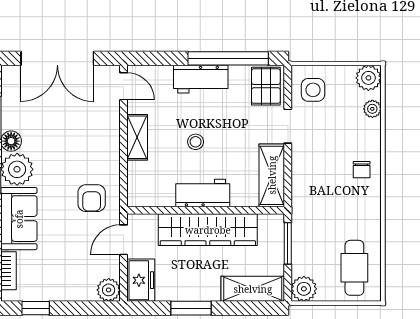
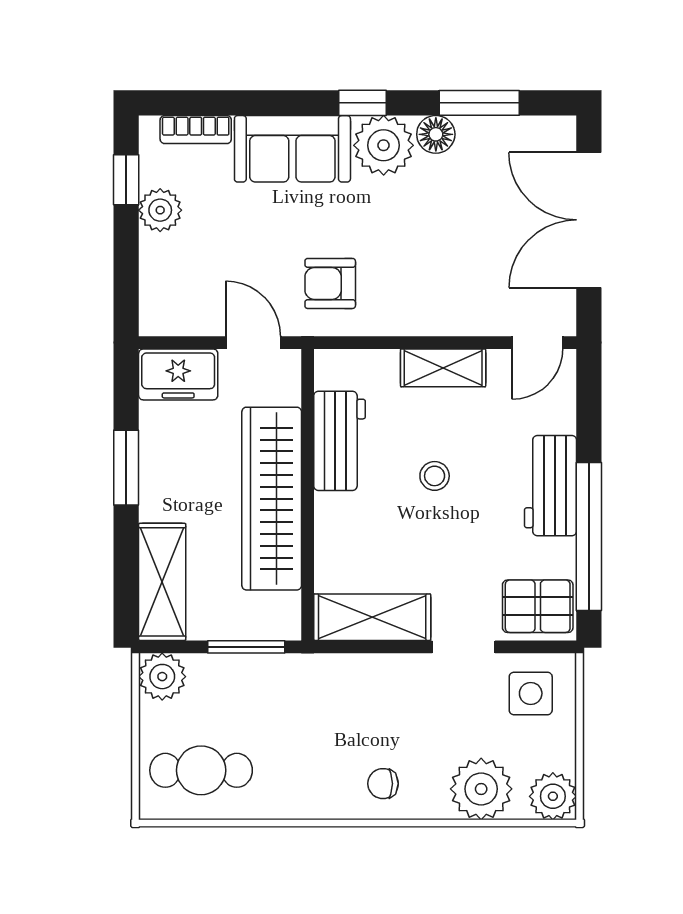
plant: (372, 109) -> (481, 789), width x1.88, depth x1.88
workbench: (203, 193) -> (340, 441), moved
plant: (109, 290) -> (160, 210), moved

